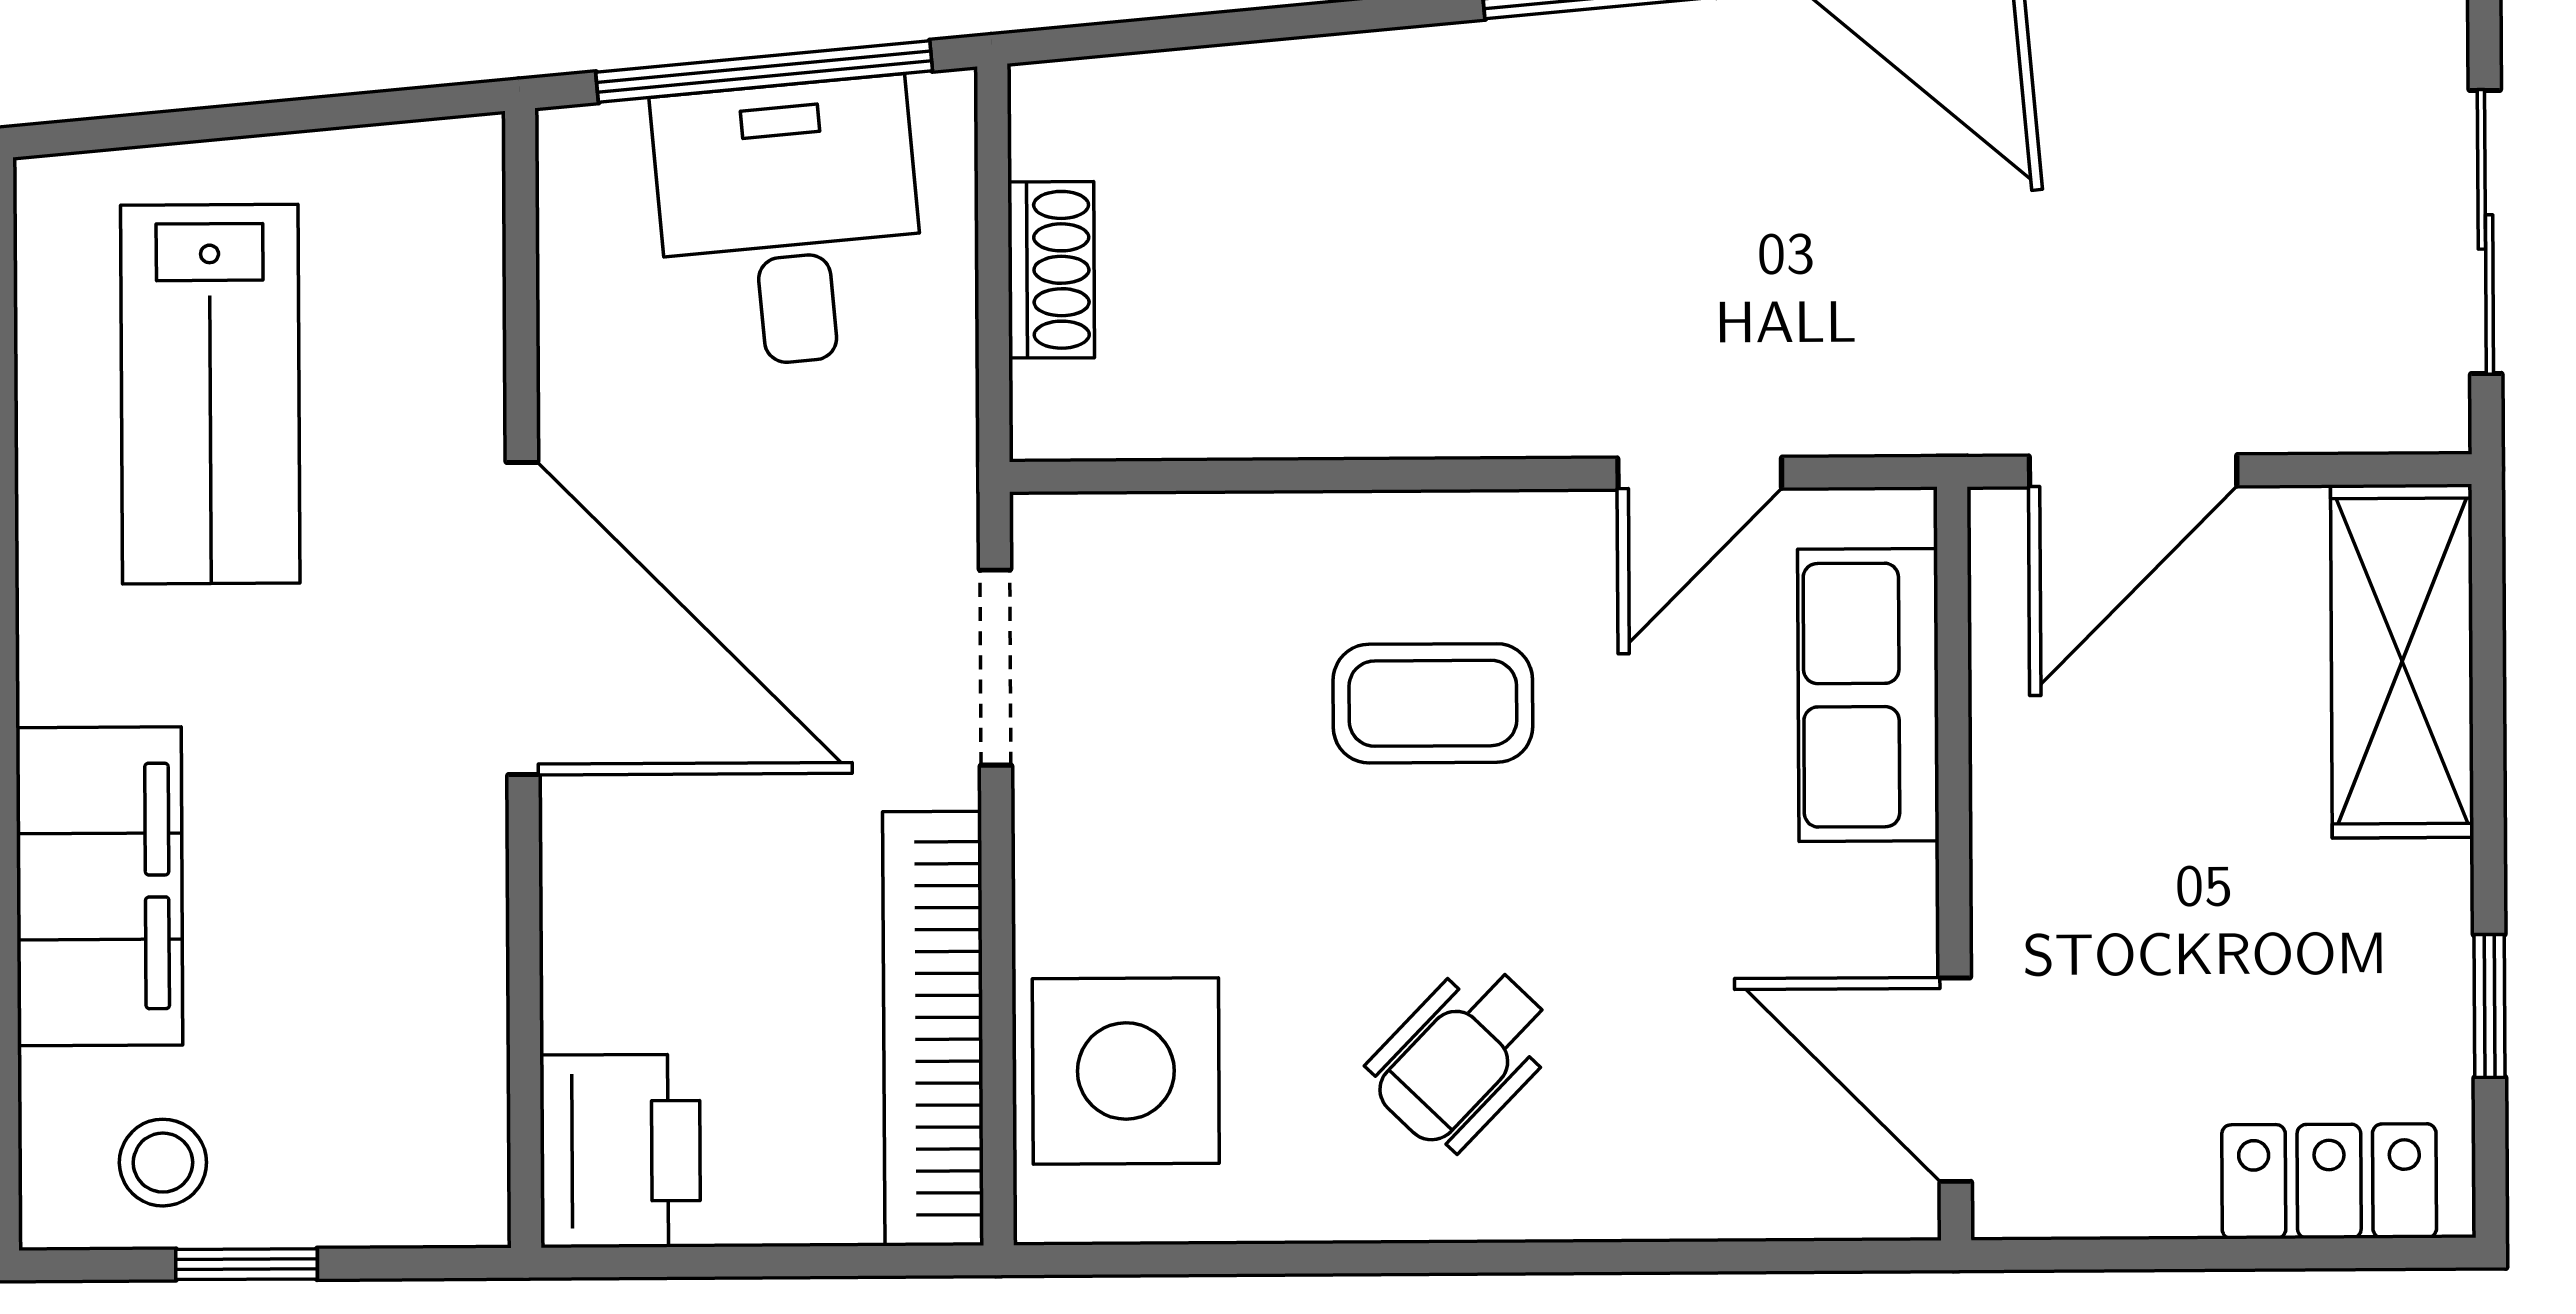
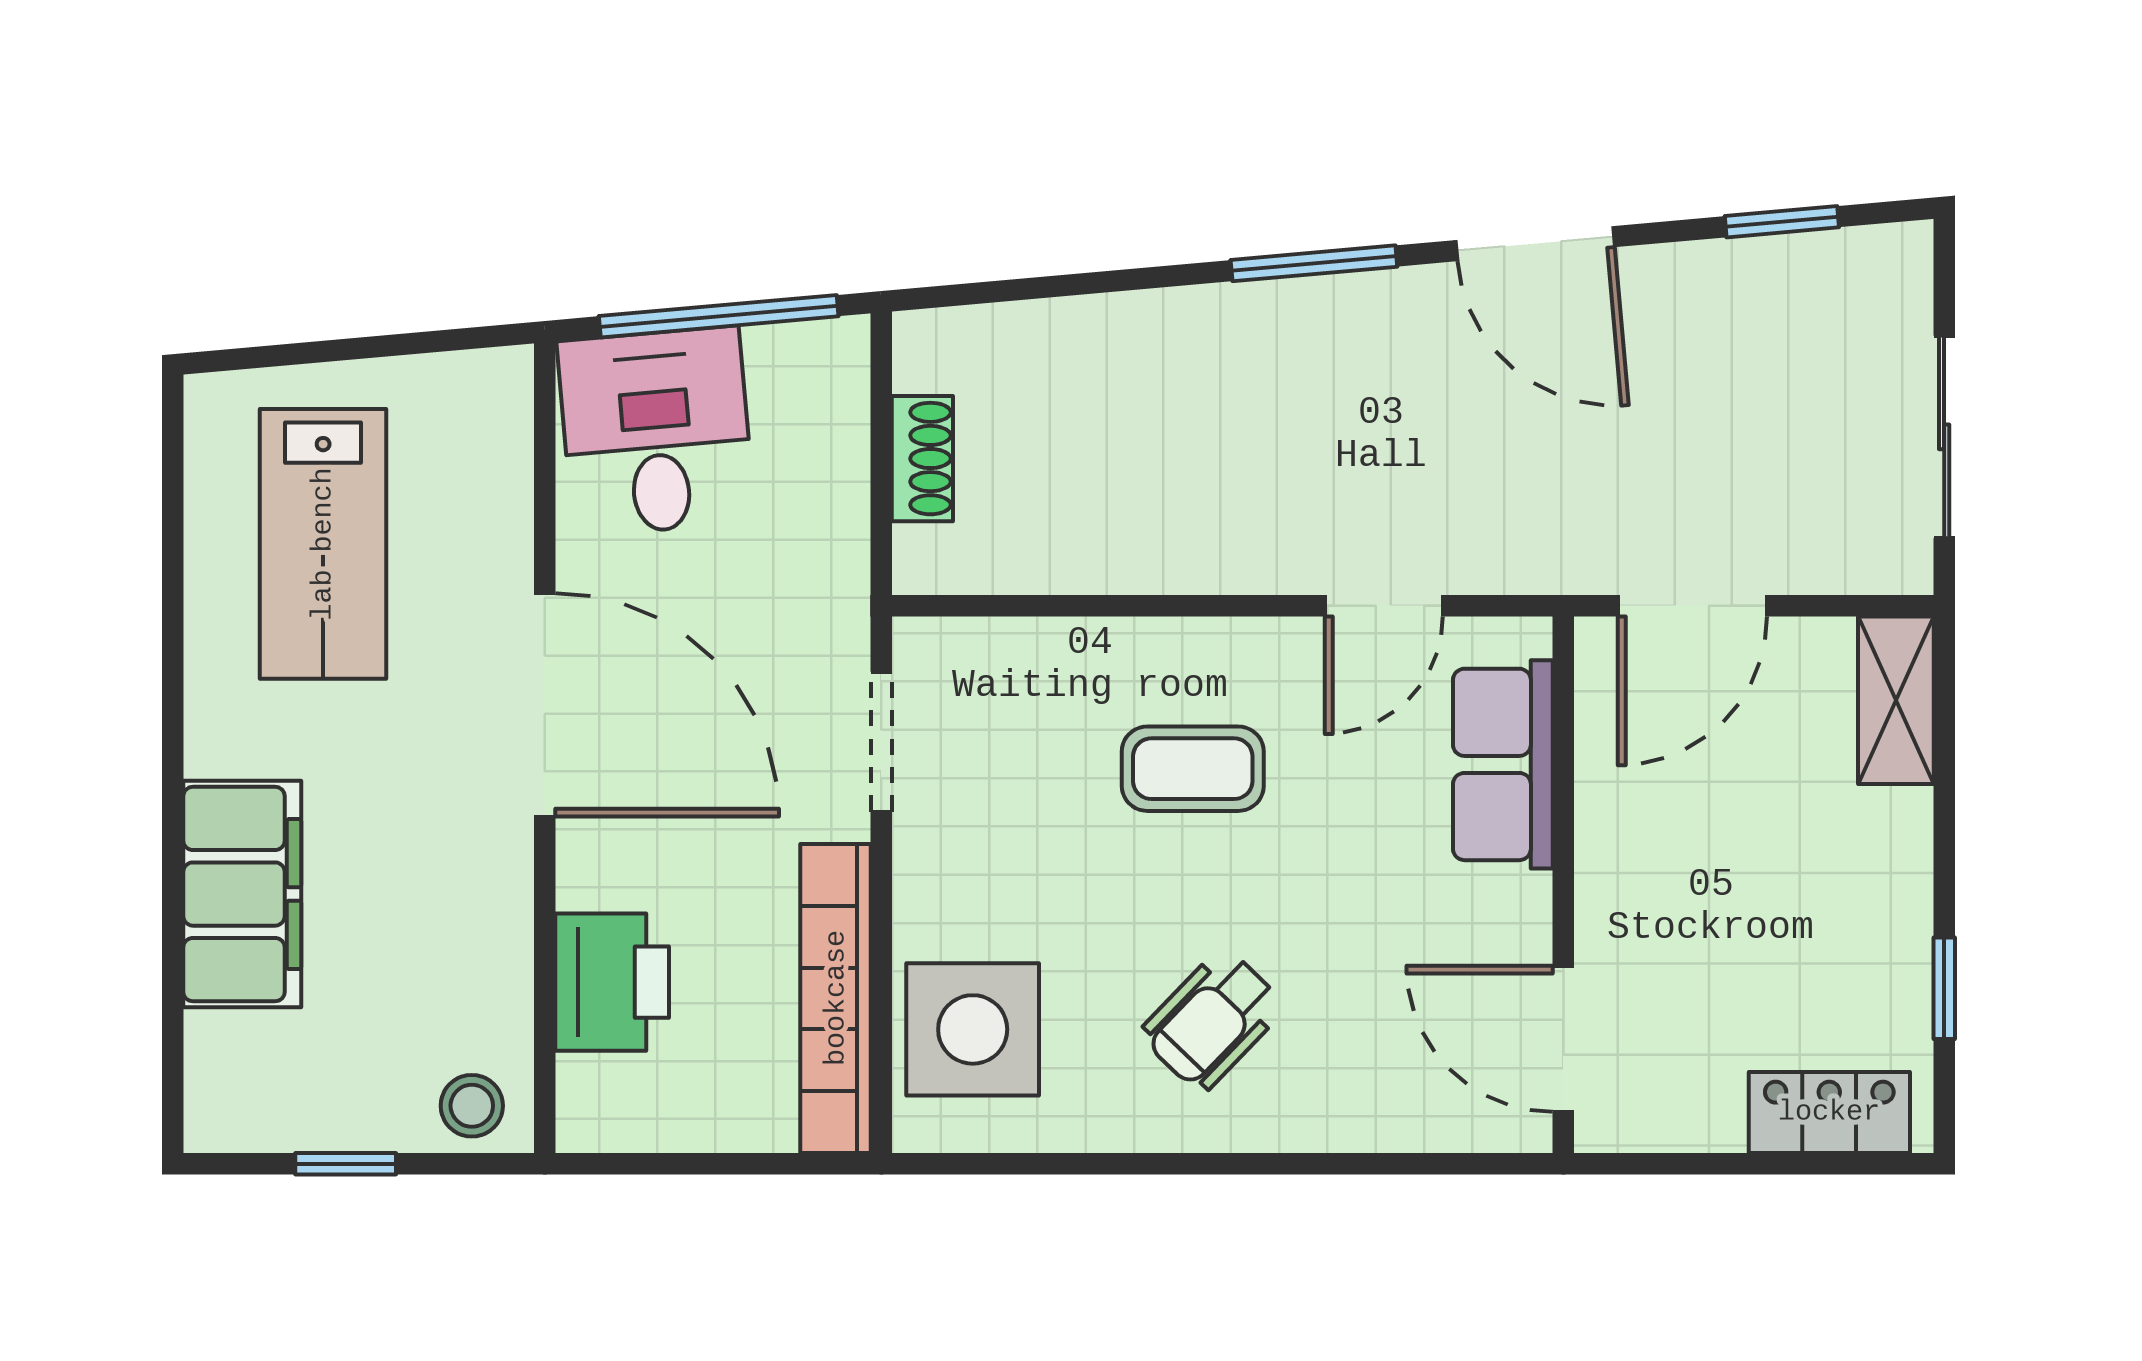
desk: (790, 223) -> (656, 431), moved
shelving: (2402, 661) -> (1896, 700), width x0.67, depth x0.75
printer: (620, 1151) -> (612, 982), moved
stool: (163, 1163) -> (472, 1106), moved

